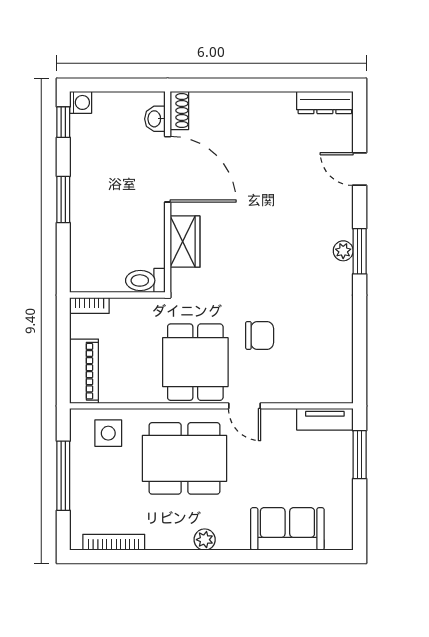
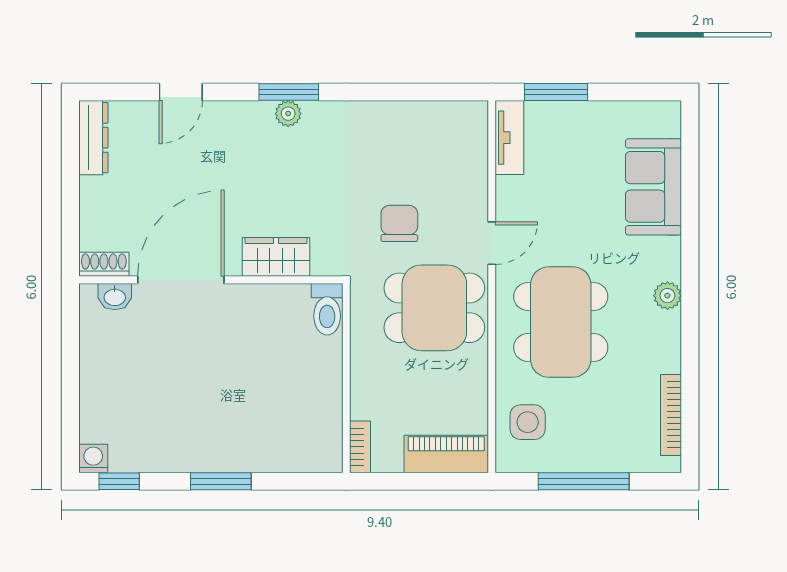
shoe rack: (179, 111) -> (104, 264), moved
washbasin: (155, 119) -> (115, 297), moved
door: (168, 169) -> (181, 280), moved
wall: (168, 192) -> (211, 280), moved
wardrobe: (185, 242) -> (276, 257), moved
toilet: (145, 280) -> (327, 309), moved

